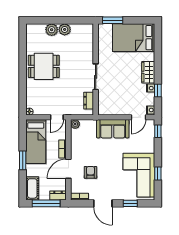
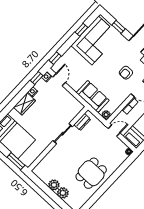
dining table: (44, 66) -> (91, 173), turned 90
window: (158, 90) -> (37, 78), moved
door: (138, 117) -> (59, 80), hinge flipped
sofa: (113, 129) -> (93, 96), moved

